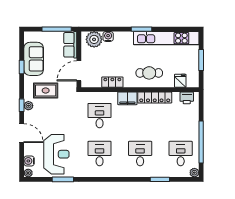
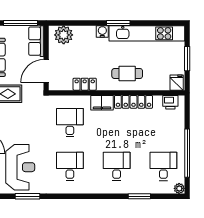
water cooler: (108, 36) -> (102, 31), moved
fridge: (180, 81) -> (177, 83), moved

